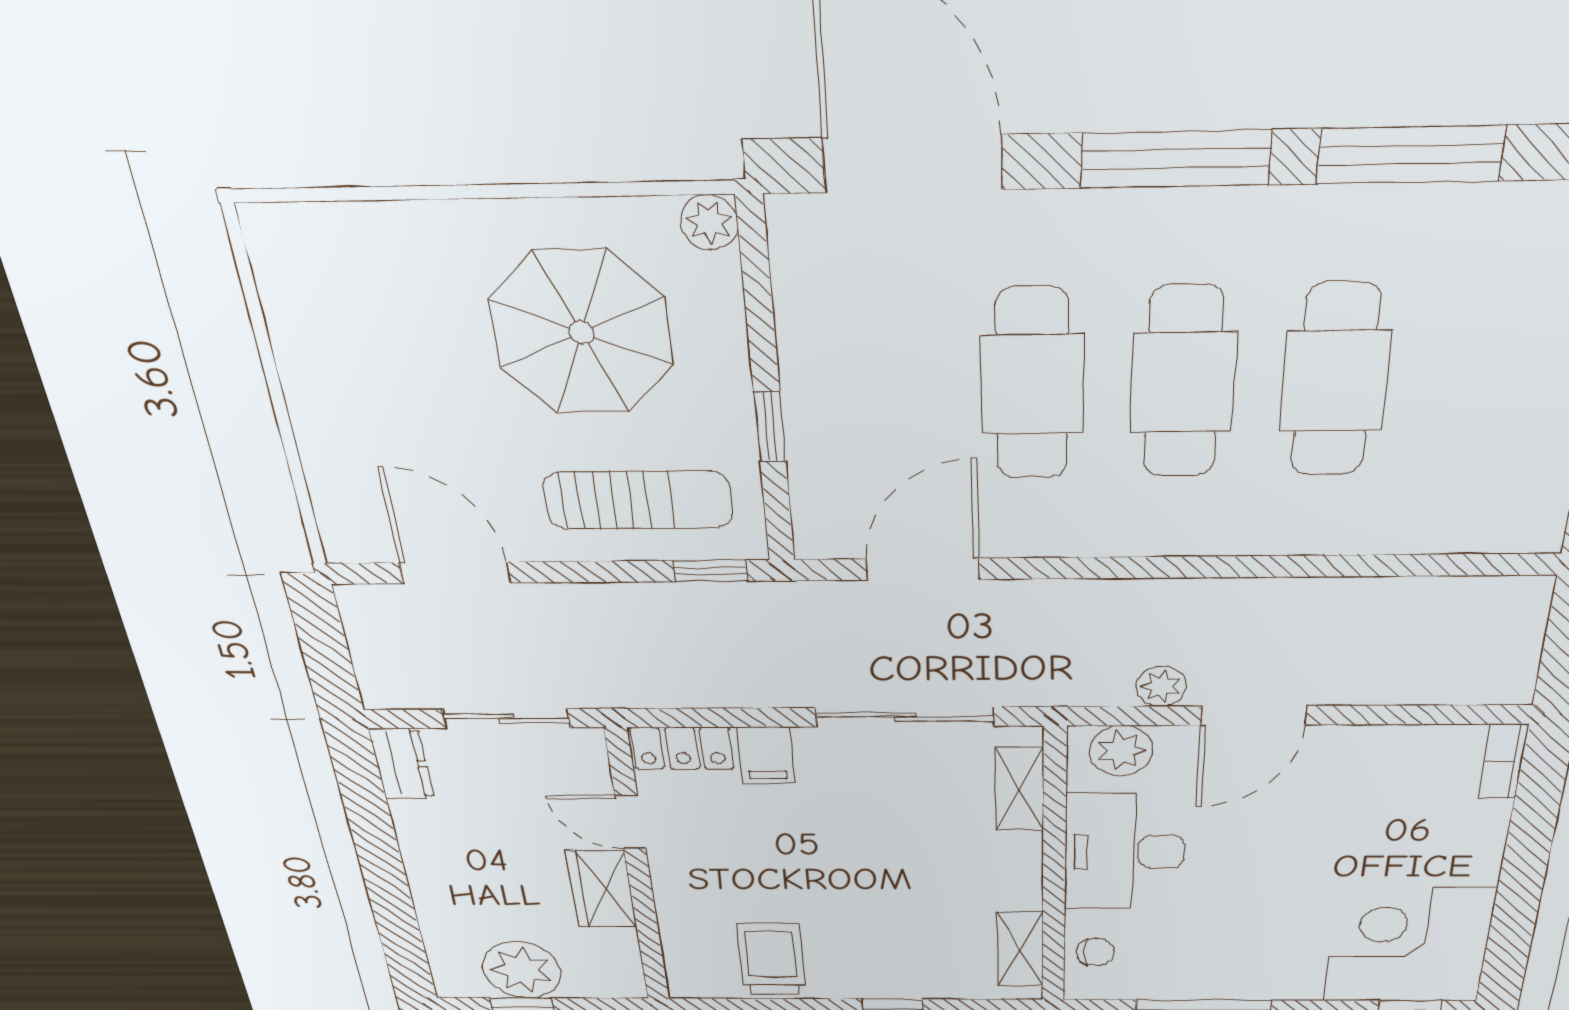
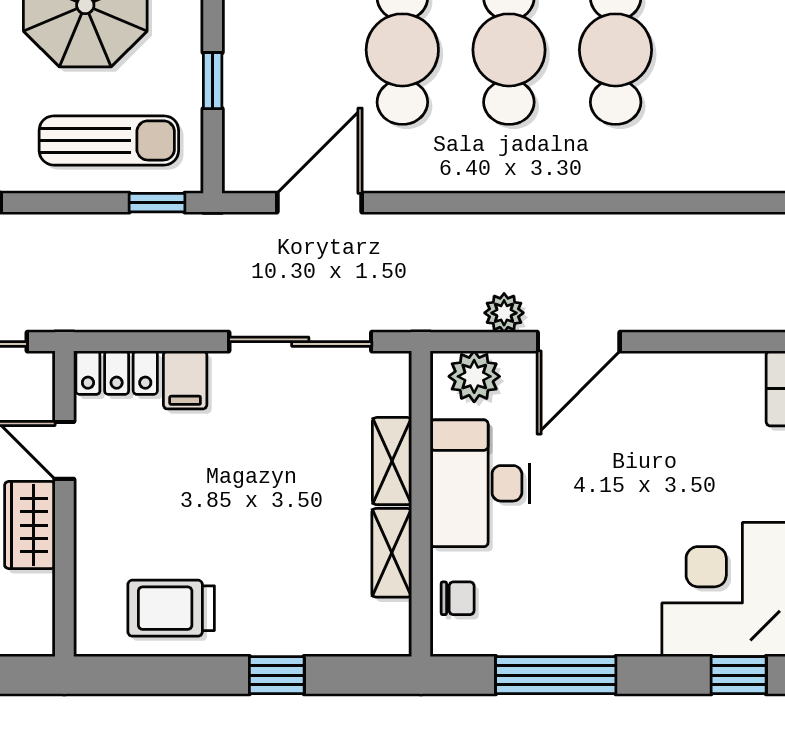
shelving: (1020, 789) -> (392, 461), moved
shelving: (1020, 949) -> (392, 553), moved
trolley: (772, 960) -> (171, 608), turned -90

